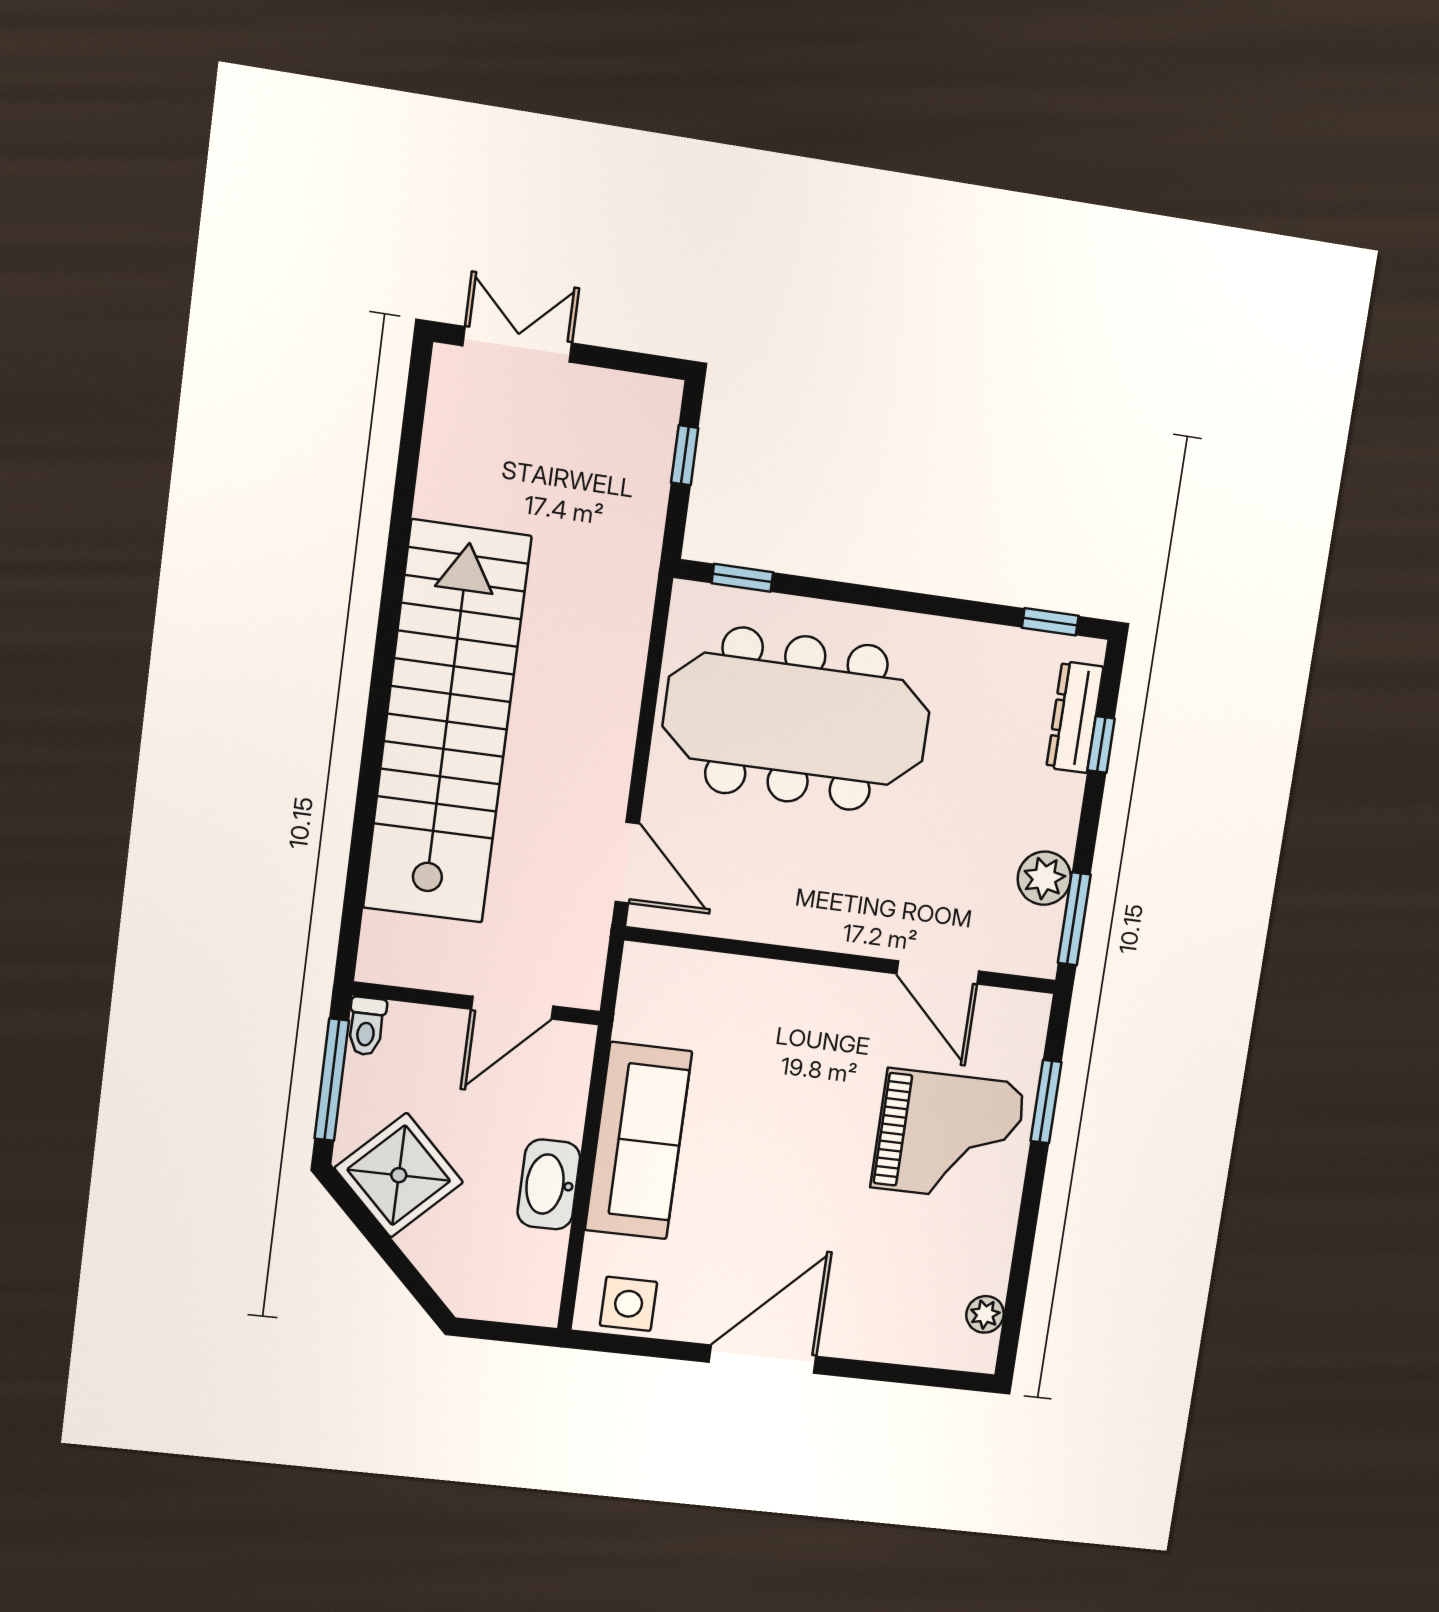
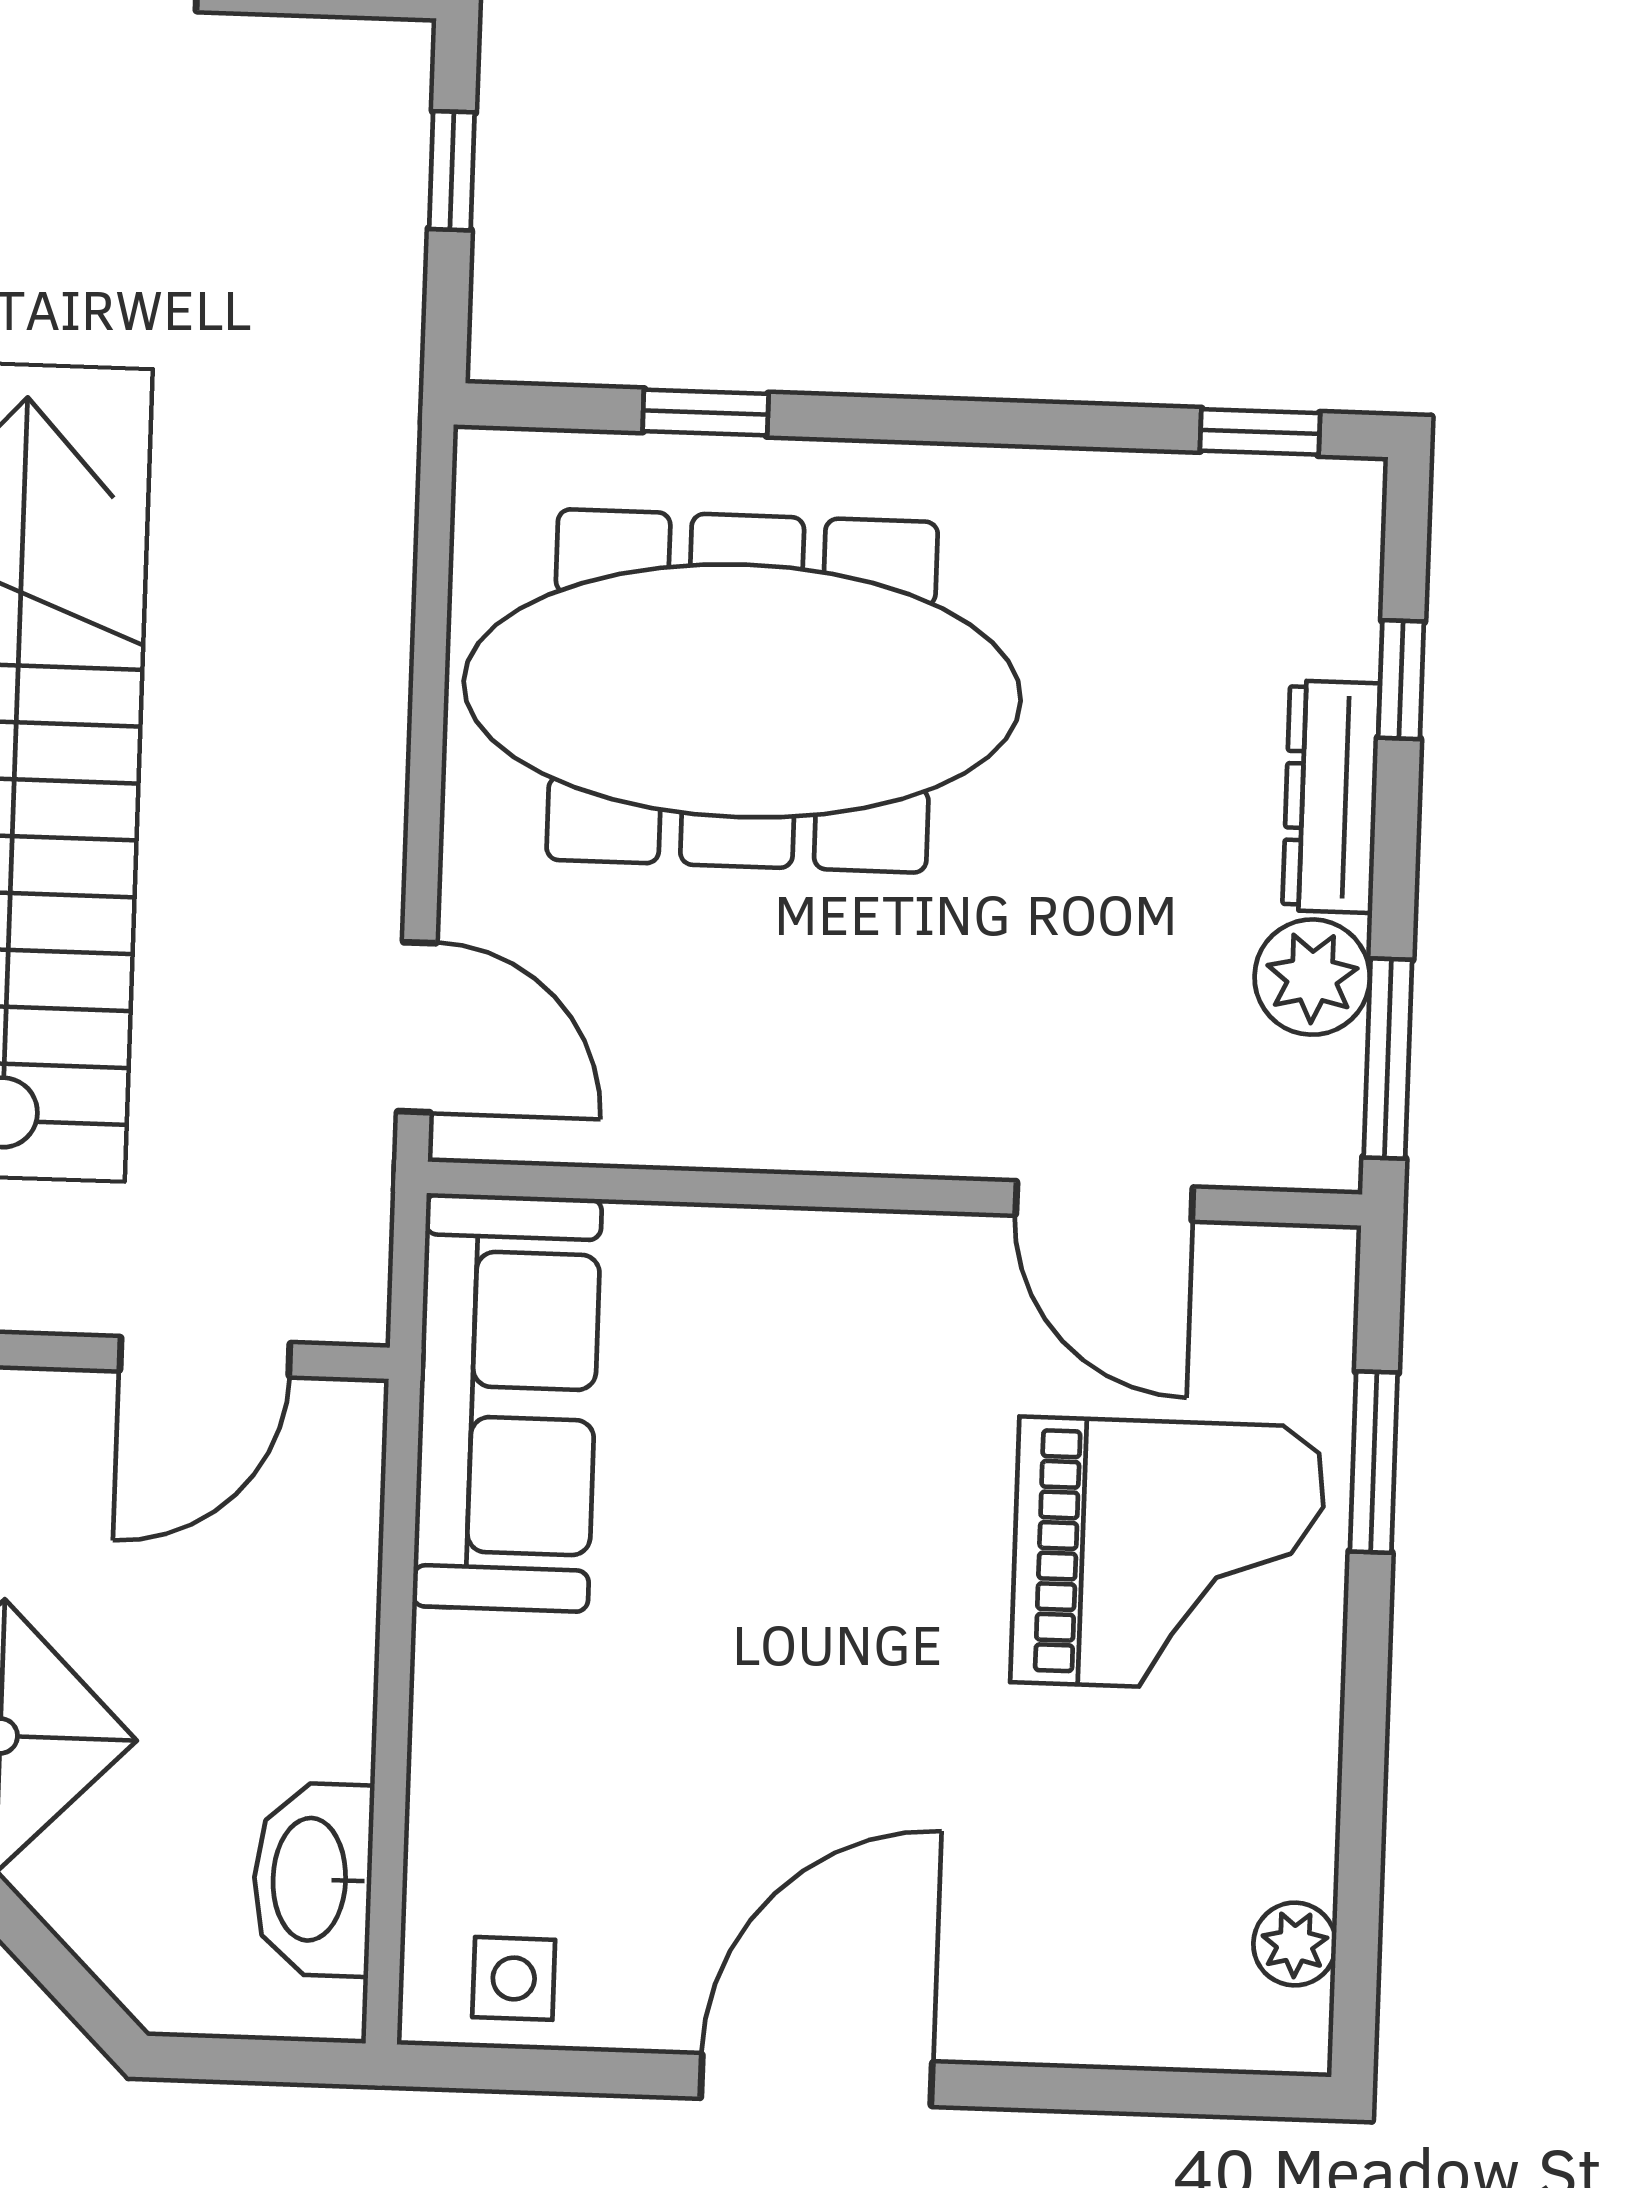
window: (742, 578) -> (706, 413), moved
dresser: (1075, 717) -> (1331, 797), moved
sofa: (638, 1141) -> (507, 1403), moved
washbasin: (549, 1184) -> (313, 1879), moved
side table: (629, 1304) -> (514, 1978), width x0.73, depth x0.73

